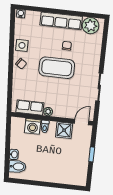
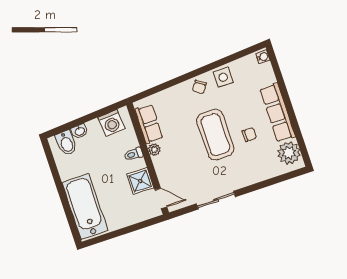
washing machine: (33, 126) -> (111, 123), moved, turned -94
window: (92, 154) -> (126, 230), removed
bathtub: (64, 174) -> (85, 207), added

